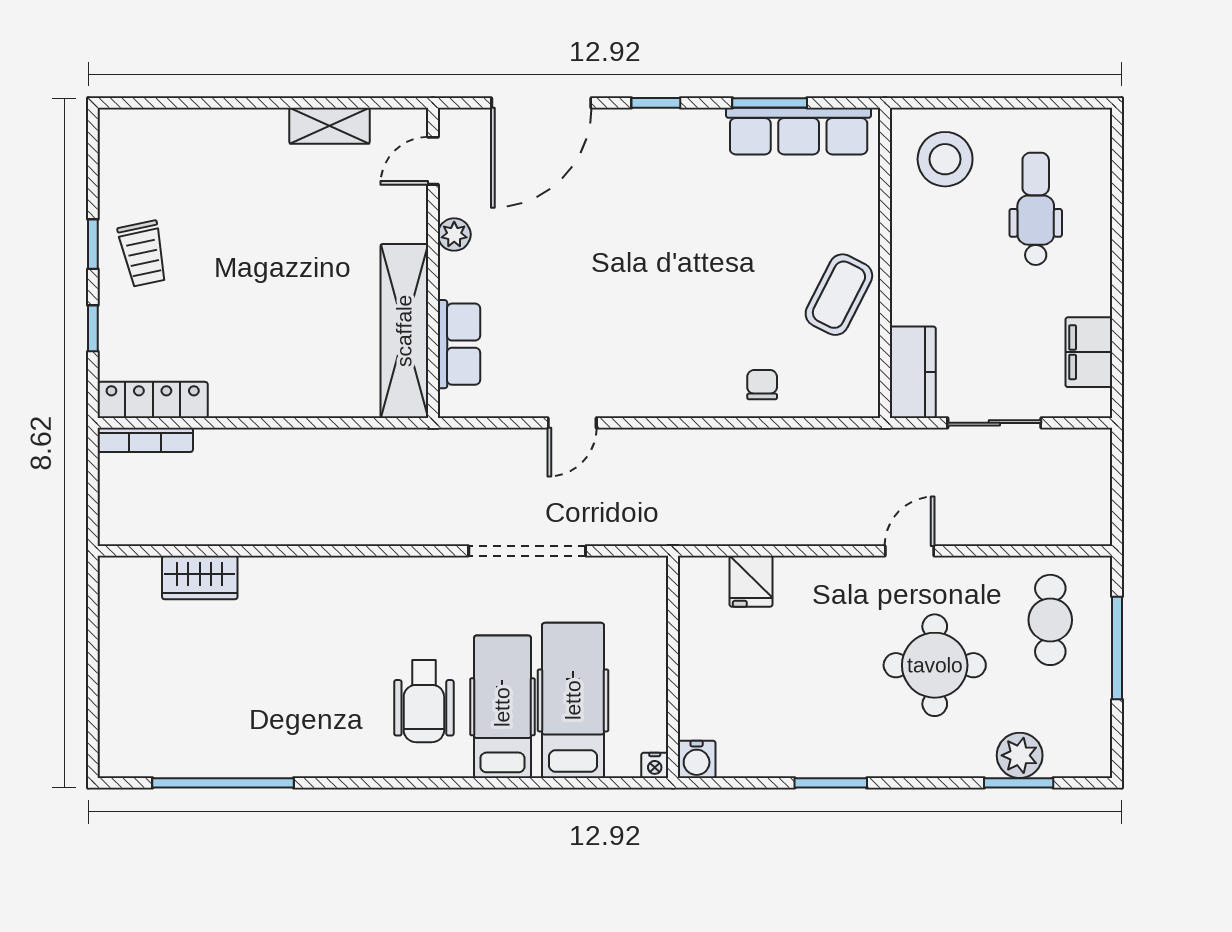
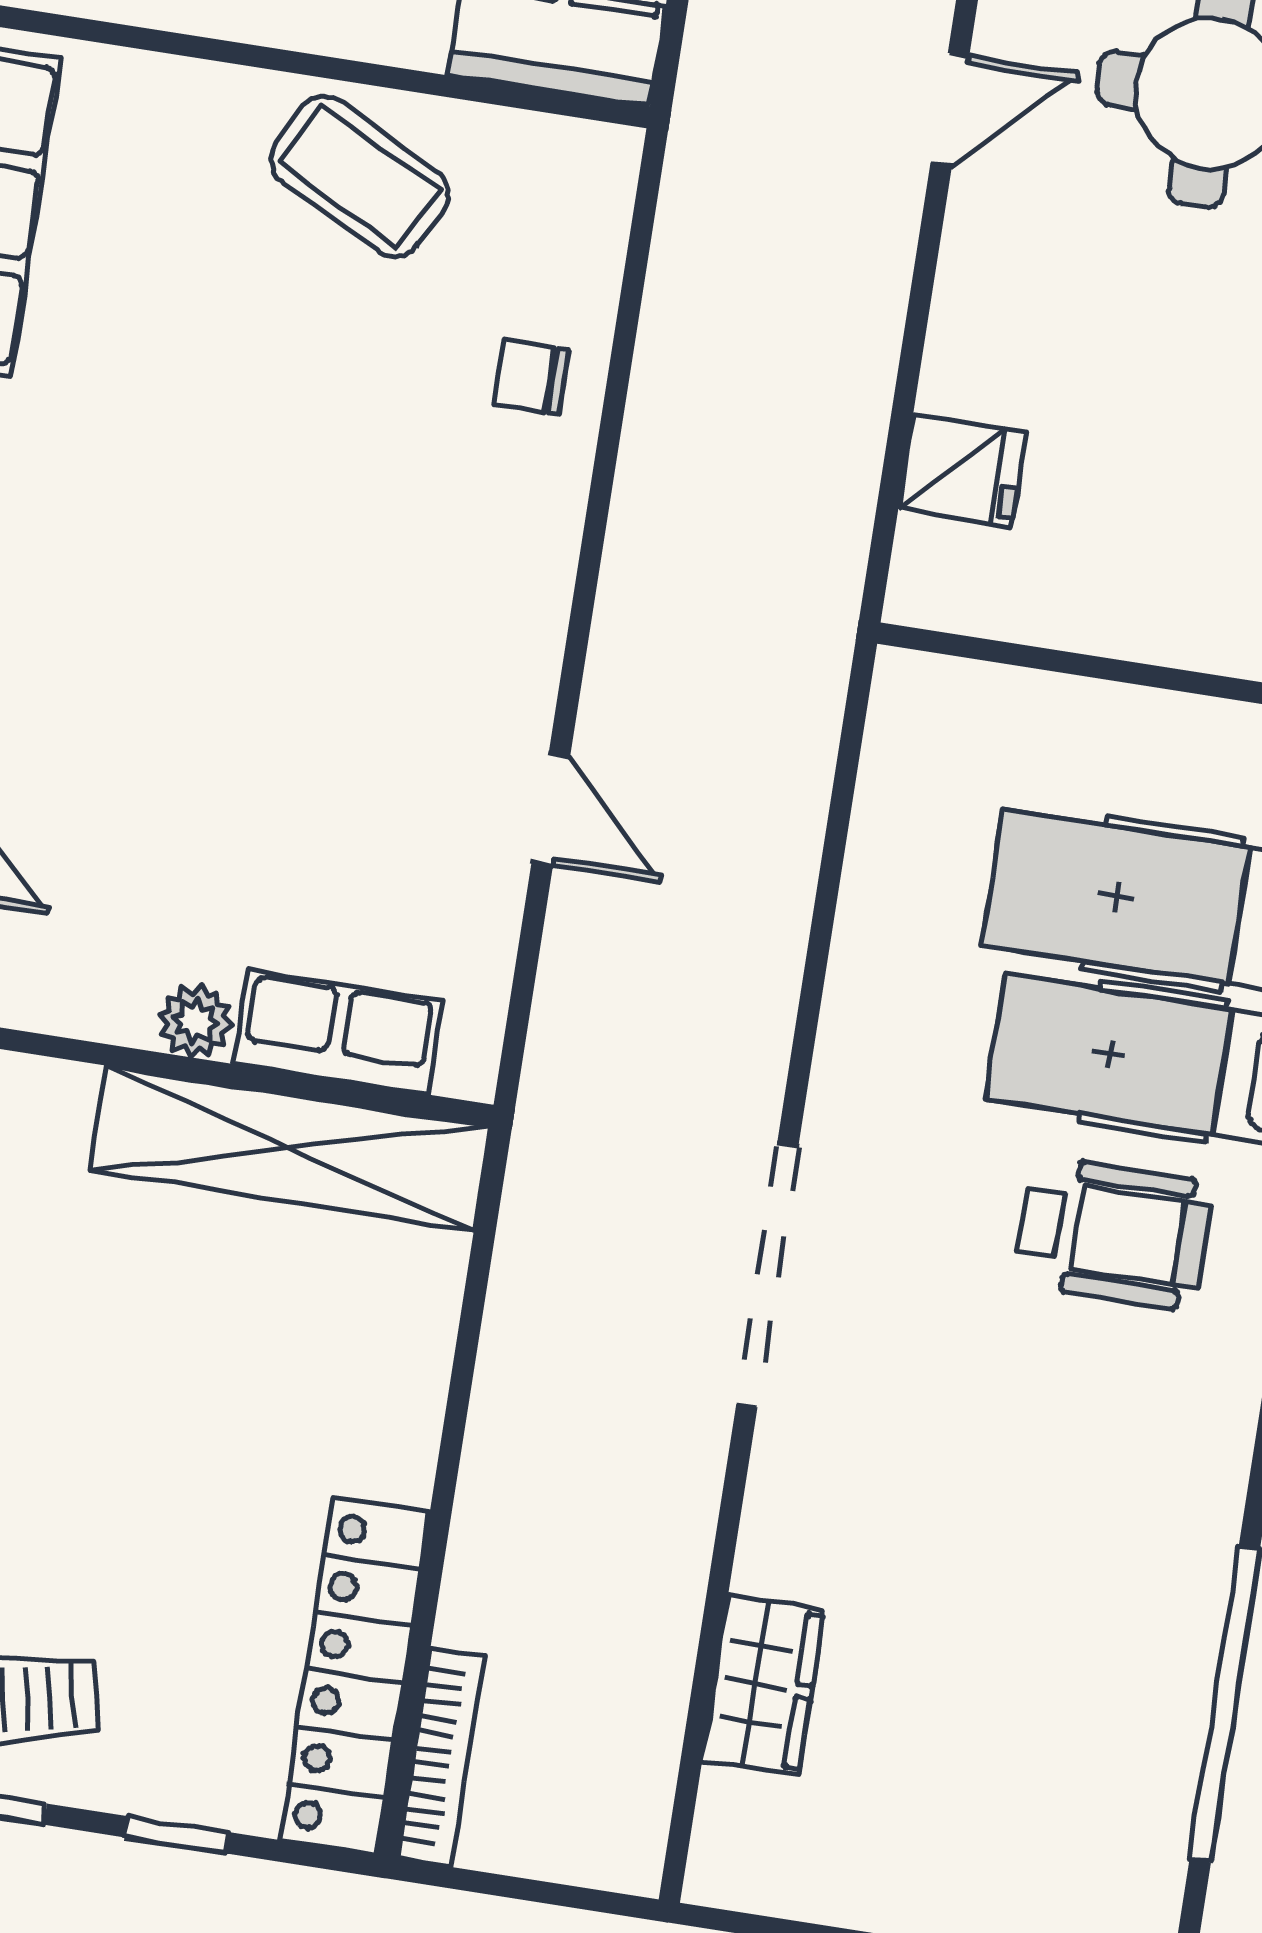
plant: (454, 235) -> (195, 1021), moved
locker: (153, 400) -> (355, 1676), width x1.41, depth x1.21
doorway: (527, 551) -> (767, 1276), moved
door: (910, 551) -> (950, 109), swing flipped

